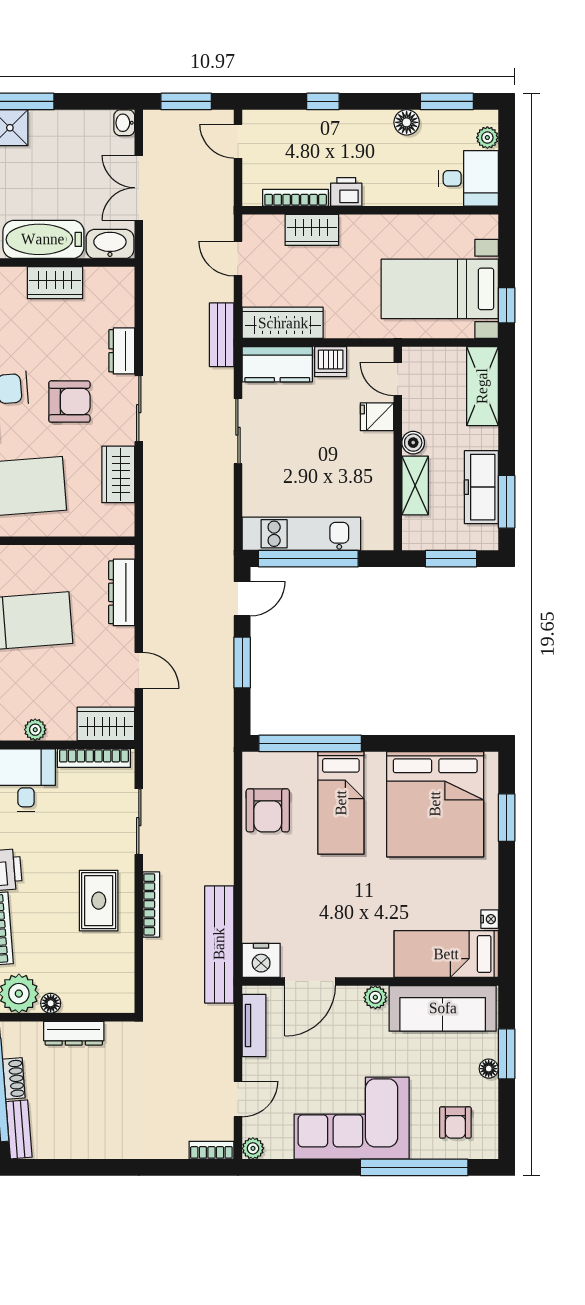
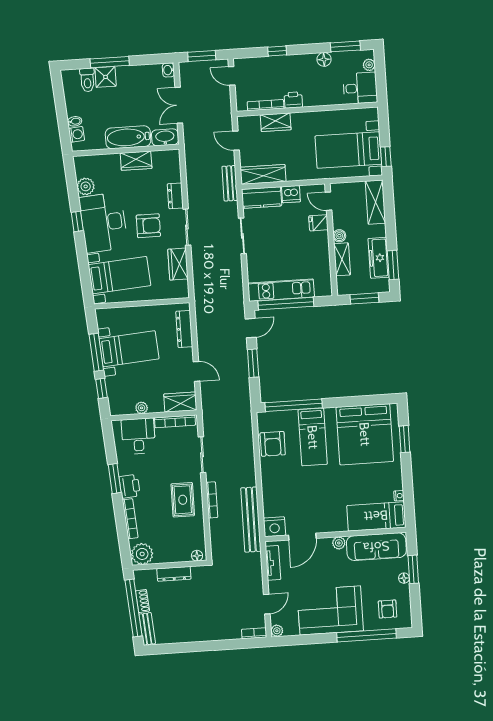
floor lamp: (51, 1003) -> (197, 556), moved

